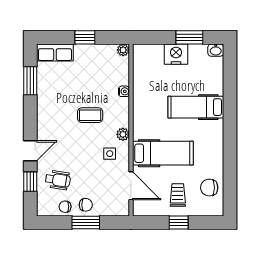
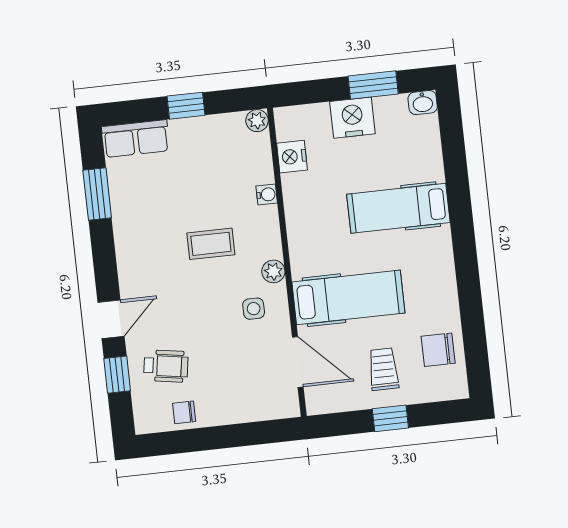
nightstand: (140, 72) -> (292, 157), added
chair: (86, 205) -> (221, 405), removed
window: (86, 223) -> (224, 437), removed

